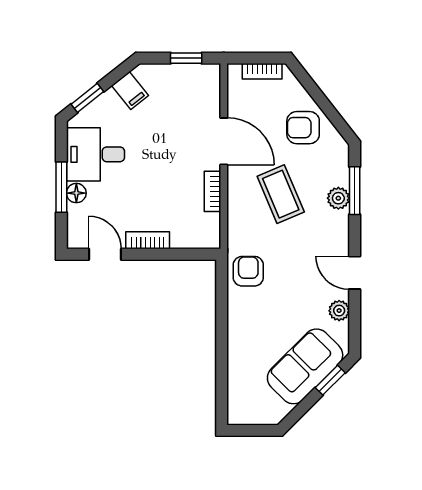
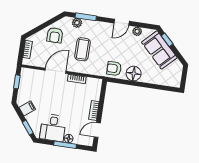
coffee table: (281, 194) -> (82, 49), turned -67
plant: (338, 198) -> (77, 23), moved
floor lamp: (244, 317) -> (134, 74), added

